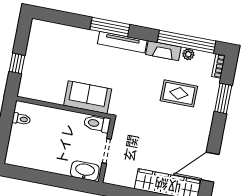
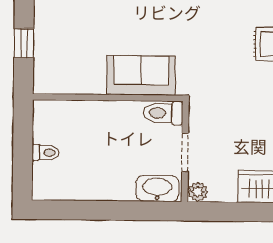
toilet: (21, 119) -> (46, 153), moved
plant: (110, 178) -> (198, 192), added

